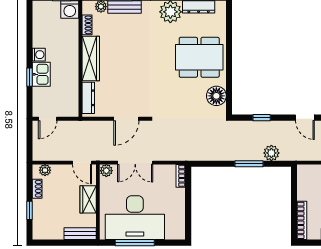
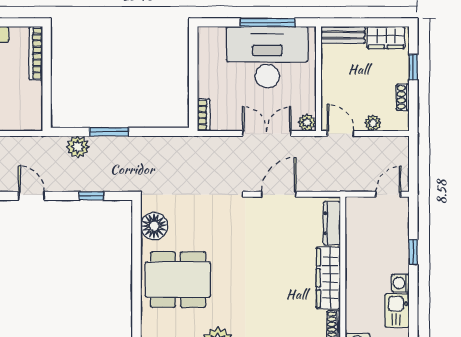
kitchen sink: (41, 74) -> (397, 310), moved
plant: (45, 170) -> (373, 123), moved
wardrobe: (88, 199) -> (386, 38), moved, turned 90

